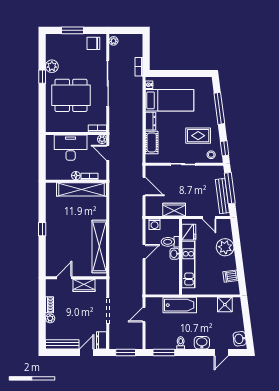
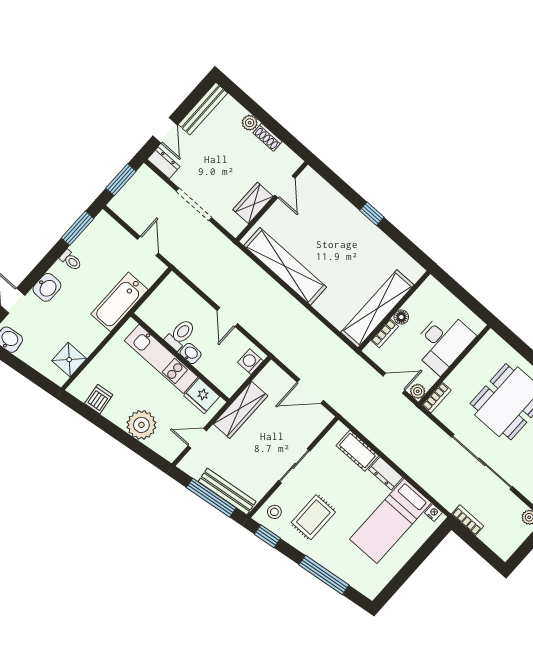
bench: (222, 196) -> (227, 492), moved
wardrobe: (174, 210) -> (241, 410), width x1.50
toilet: (170, 242) -> (180, 334), moved

